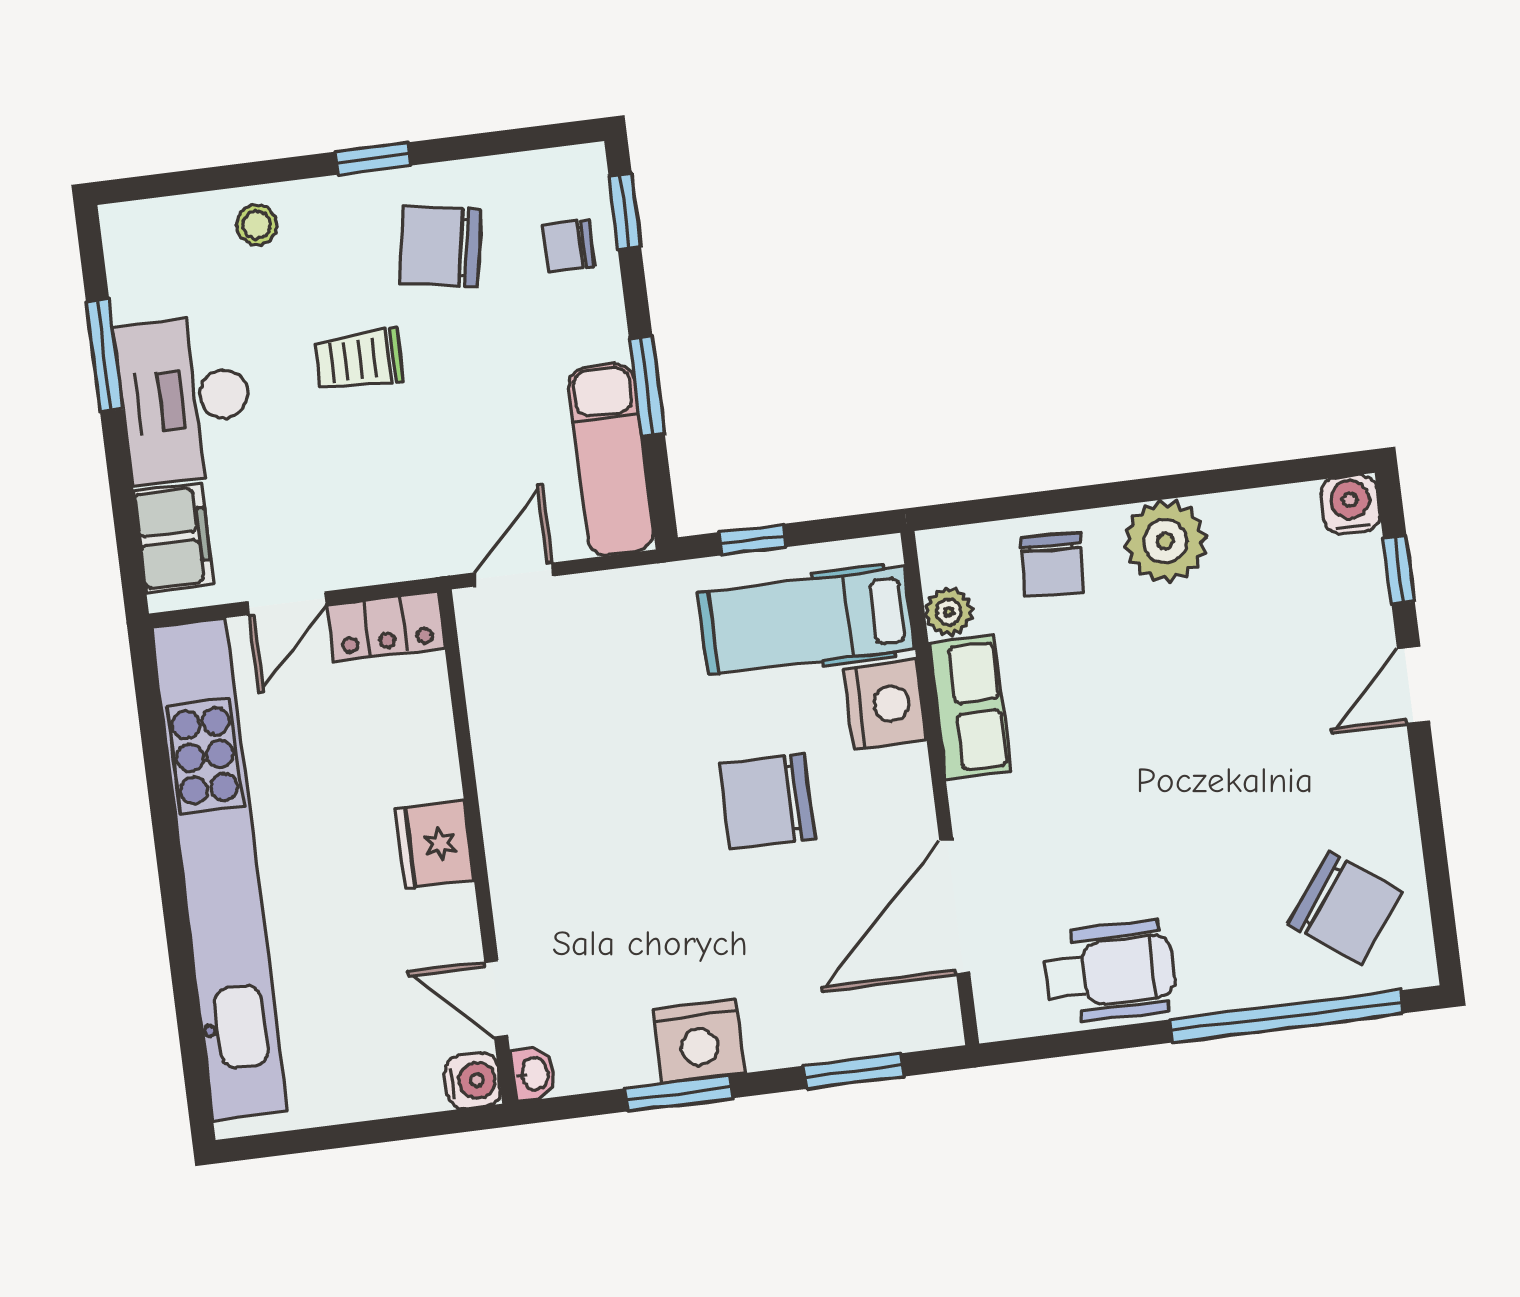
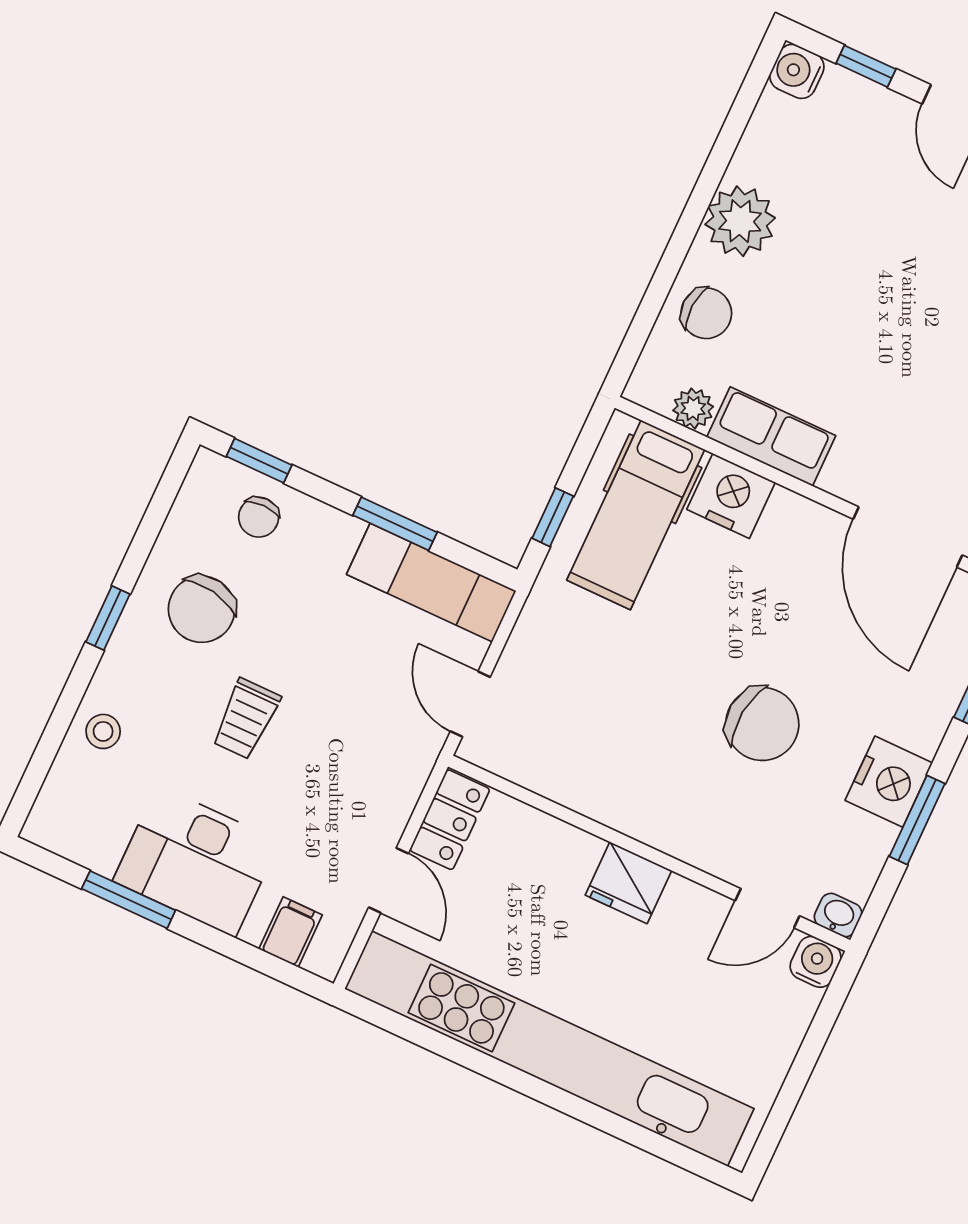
filing cabinet: (174, 538) -> (291, 932), width x0.50
chair: (767, 801) -> (762, 724), moved, turned -84

